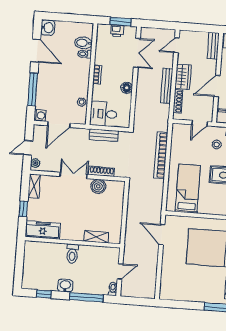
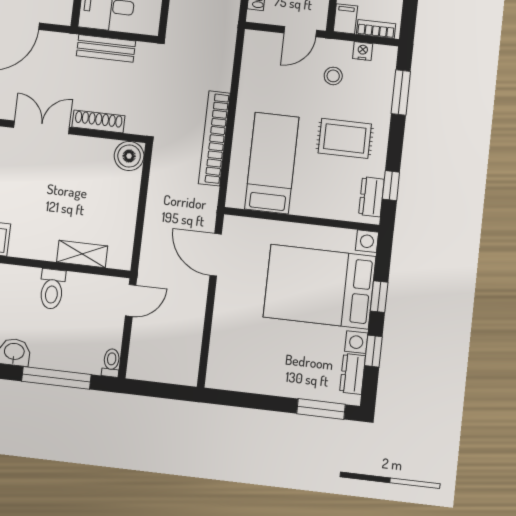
bookcase: (161, 155) -> (214, 138), moved
boiler: (98, 186) -> (129, 156), moved
toilet: (72, 254) -> (52, 289), moved
door: (120, 271) -> (131, 301), moved

